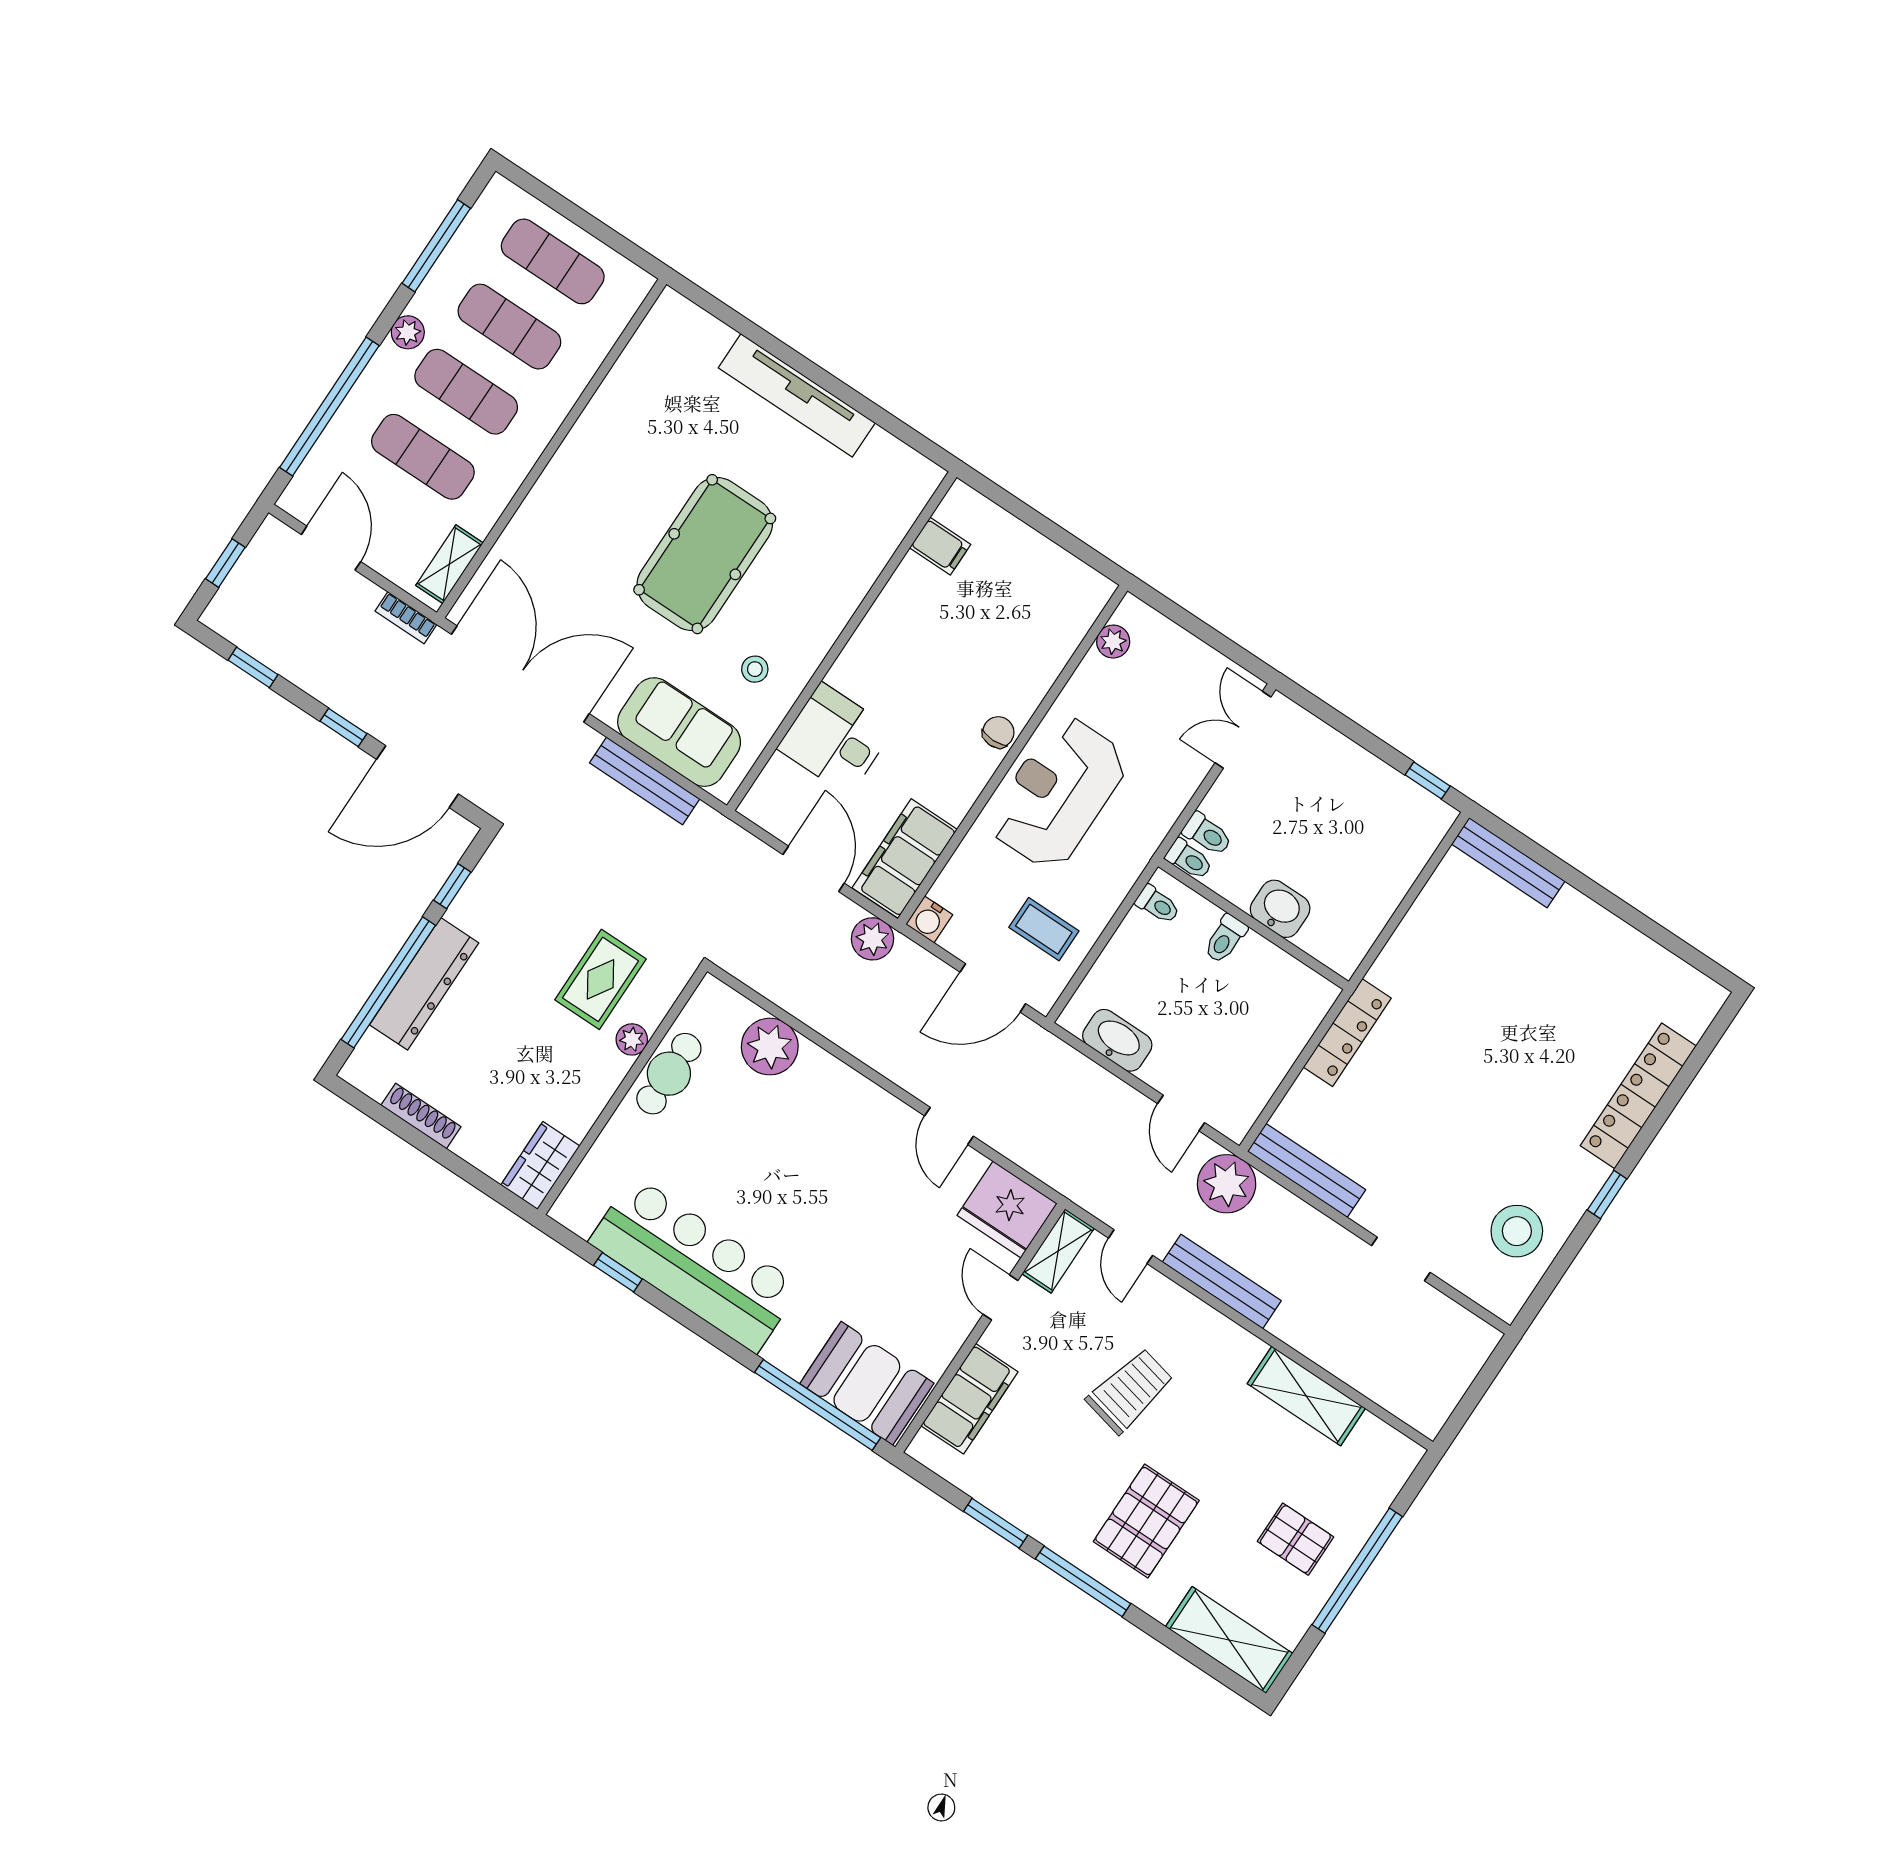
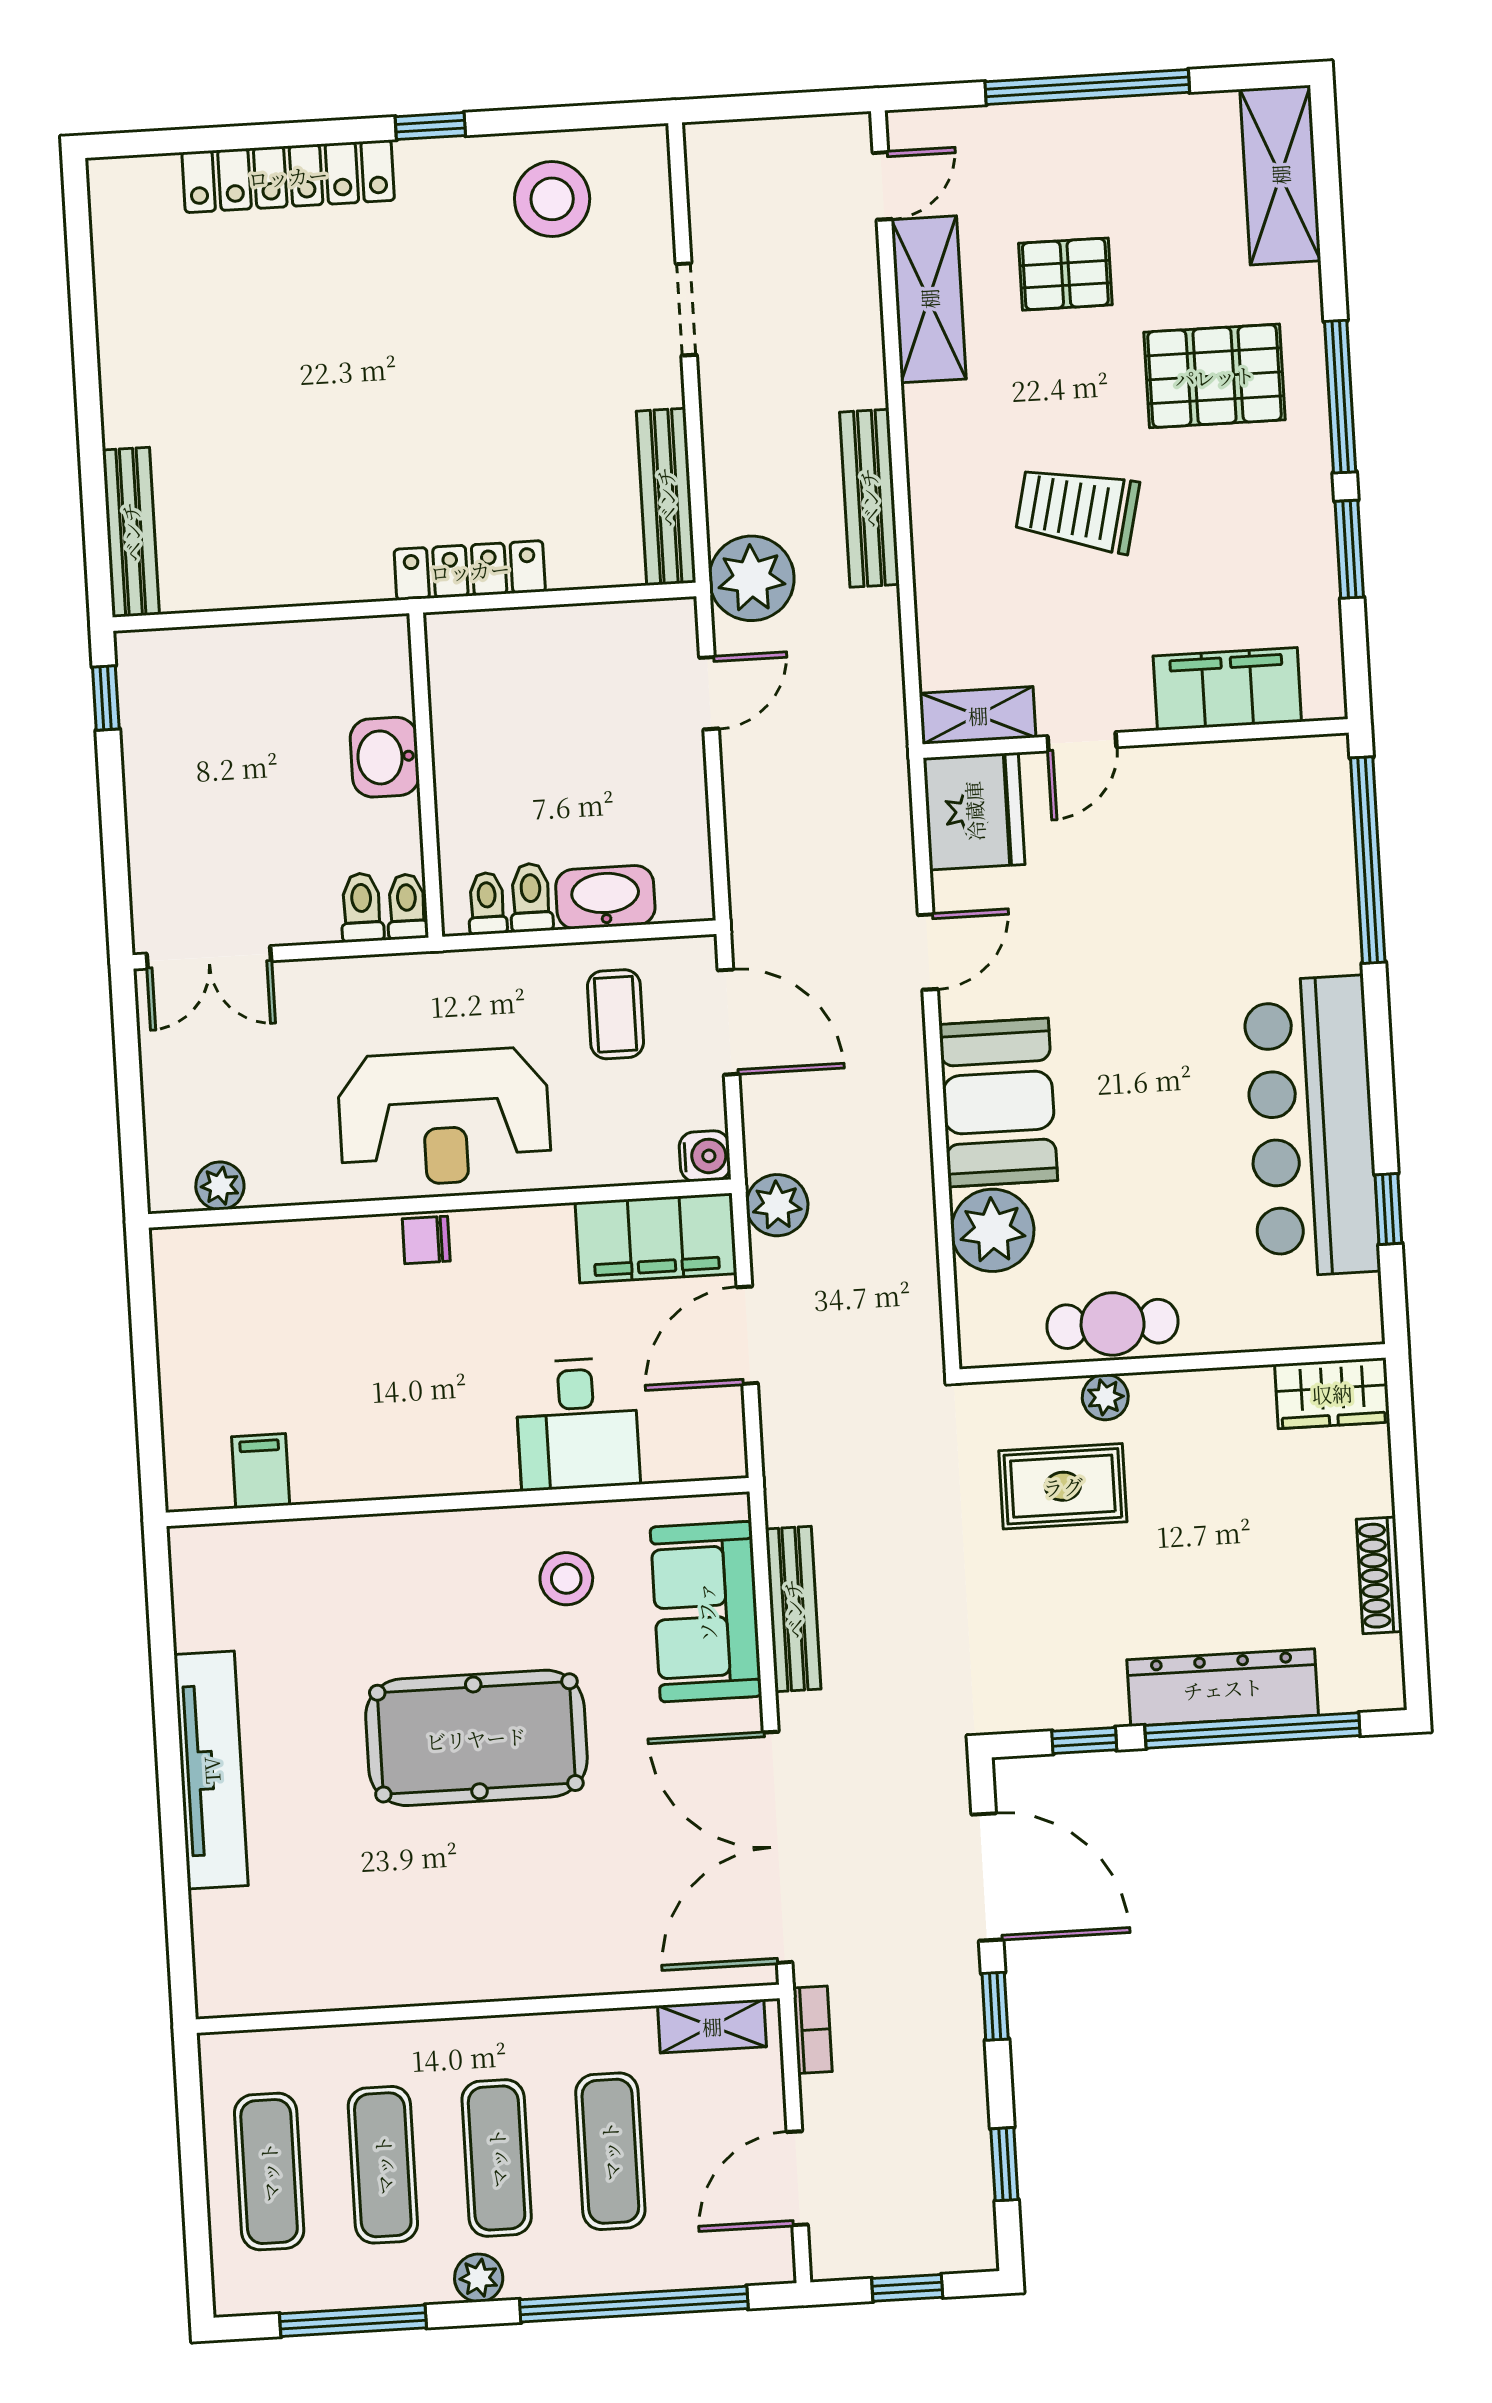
stool: (755, 669) -> (566, 1579), width x1.37, depth x1.37
toilet: (1225, 939) -> (531, 898), moved, turned -90
washbasin: (1117, 1040) -> (605, 897), moved, turned 90
door: (1131, 1247) -> (882, 186), moved
booth: (867, 1383) -> (998, 1103), moved
pallet: (1295, 1539) -> (1065, 274), moved, turned 90

